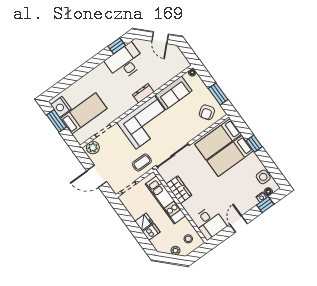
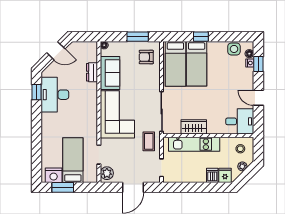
dresser: (143, 93) -> (92, 72), moved
armchair: (207, 112) -> (146, 57), turned 124
fridge: (144, 222) -> (225, 175), moved

